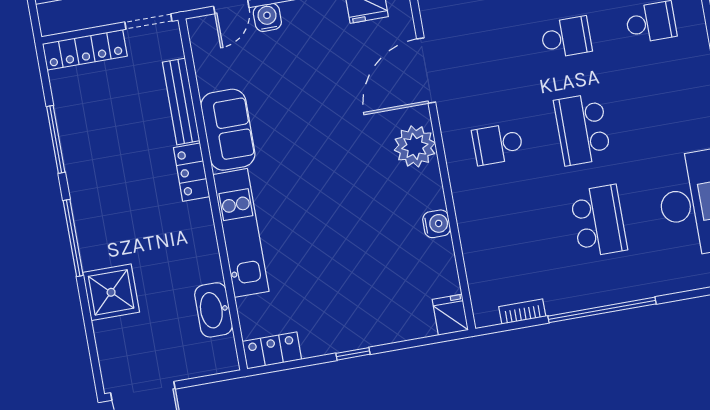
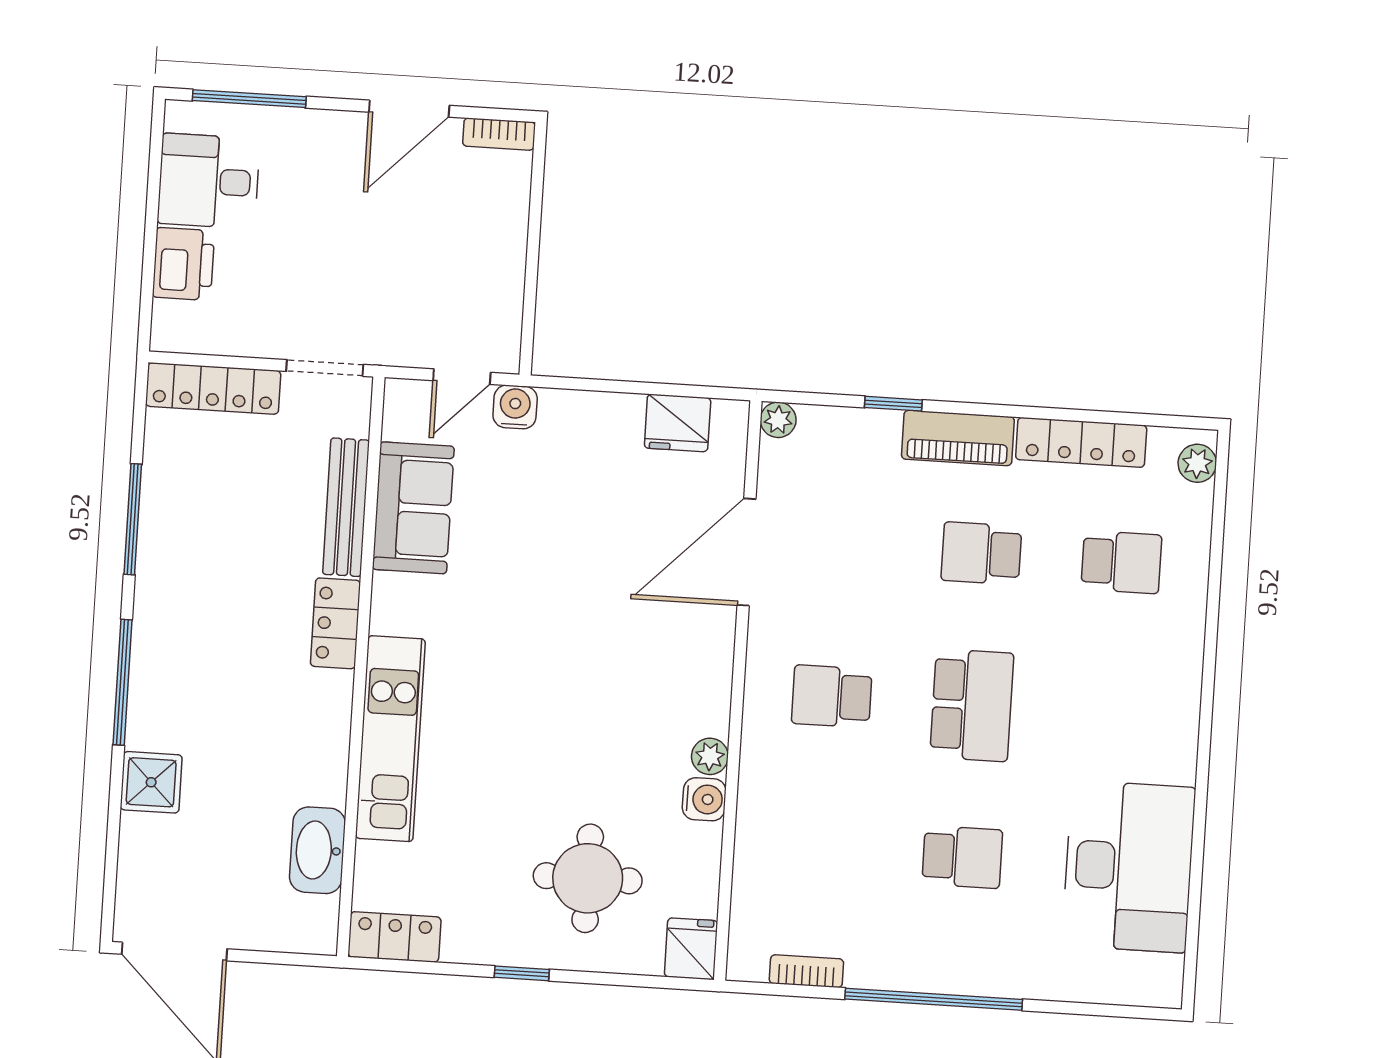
school desk: (566, 37) -> (981, 553), turned 180
school desk: (582, 129) -> (972, 705), turned 180
sofa: (228, 130) -> (413, 508), moved
plant: (415, 146) -> (710, 756), moved, width x0.53, depth x0.53
school desk: (599, 221) -> (962, 857), width x0.54
round table: (379, 288) -> (588, 878), added
shower: (111, 292) -> (151, 782), width x0.73, depth x0.73

